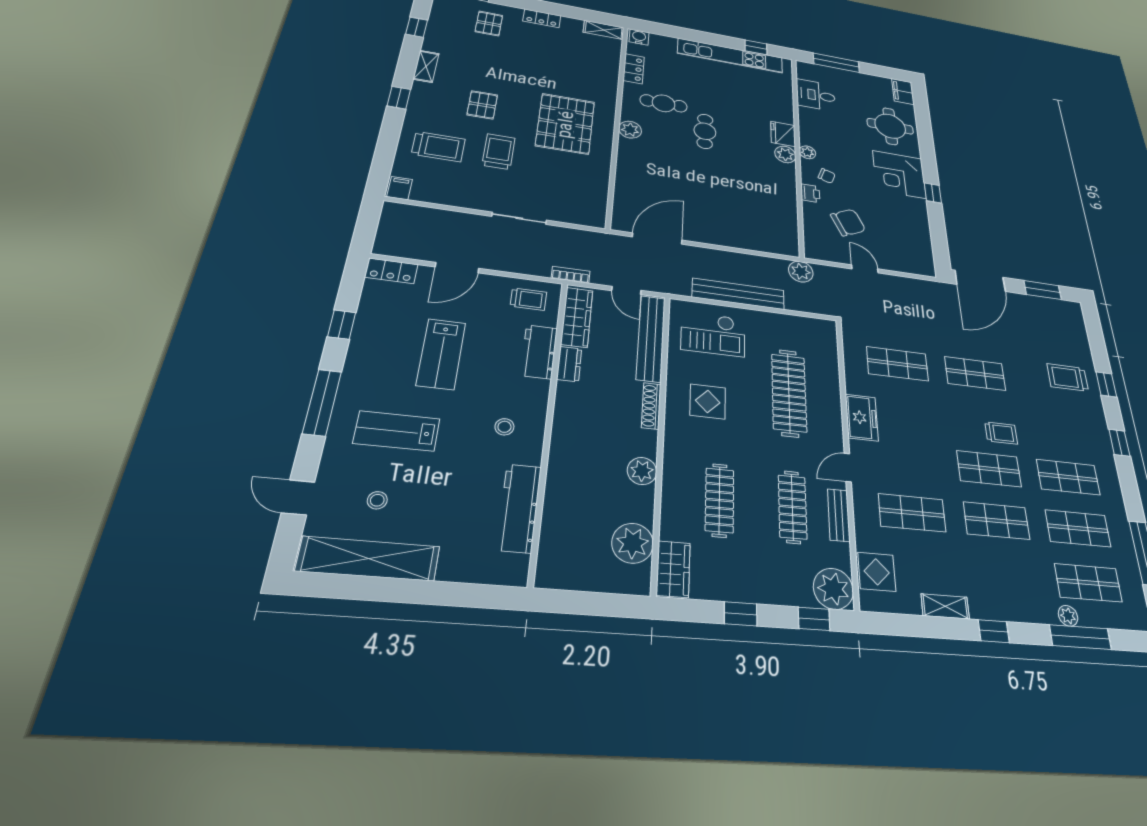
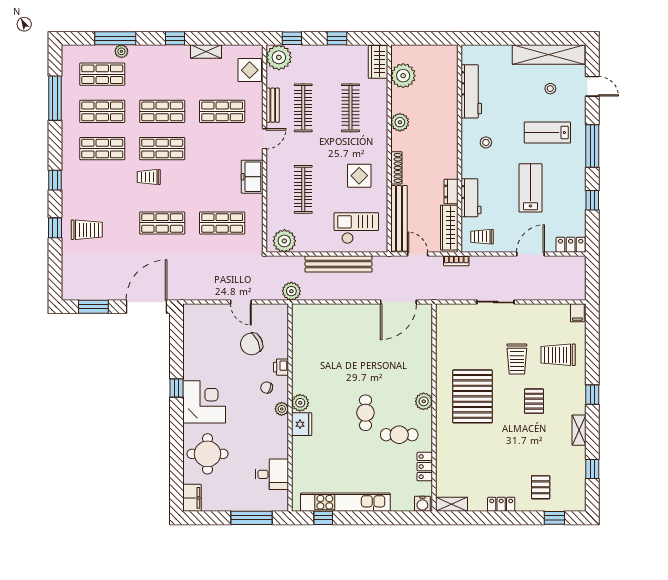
plant: (813, 331) -> (284, 241), added
clothes rail: (789, 393) -> (303, 189), width x0.73, depth x0.76
lab bench: (397, 431) -> (547, 133), turned 180

